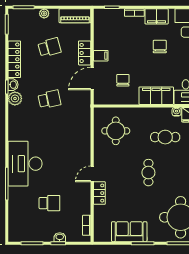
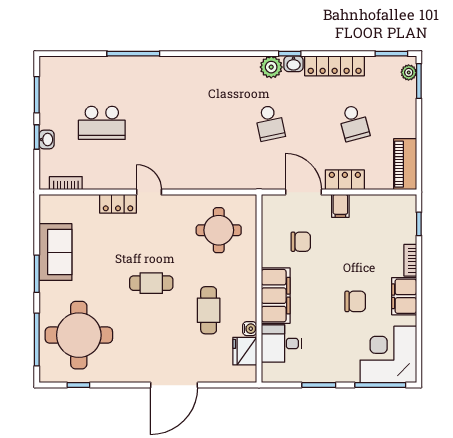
plant: (44, 13) -> (409, 72), moved
desk: (25, 164) -> (166, 83), removed
school desk: (49, 203) -> (102, 123), width x1.85

